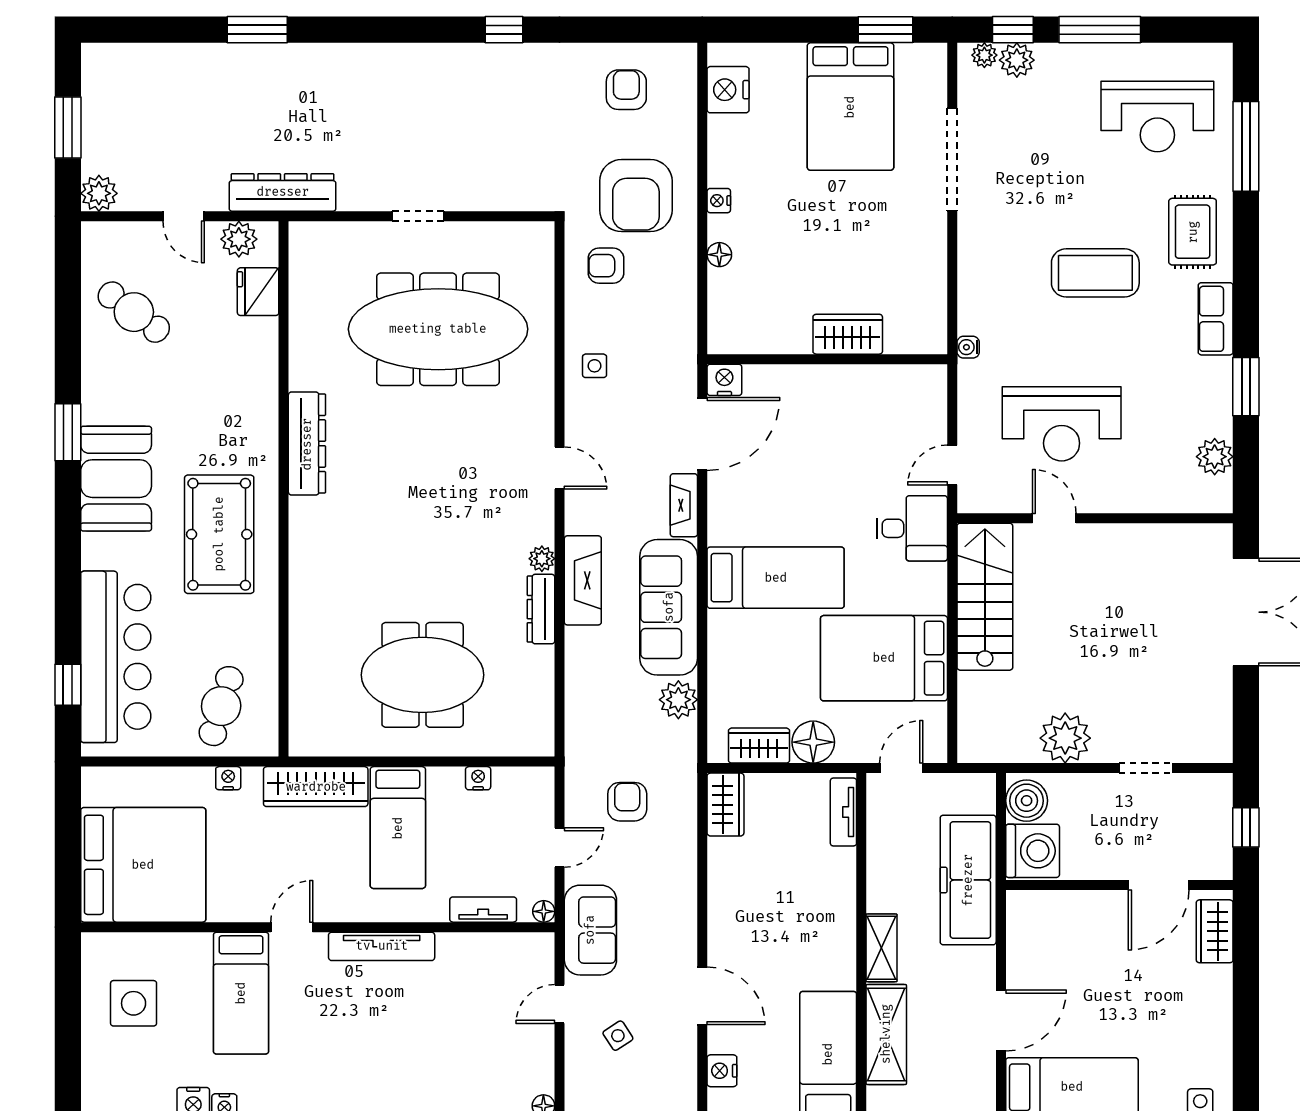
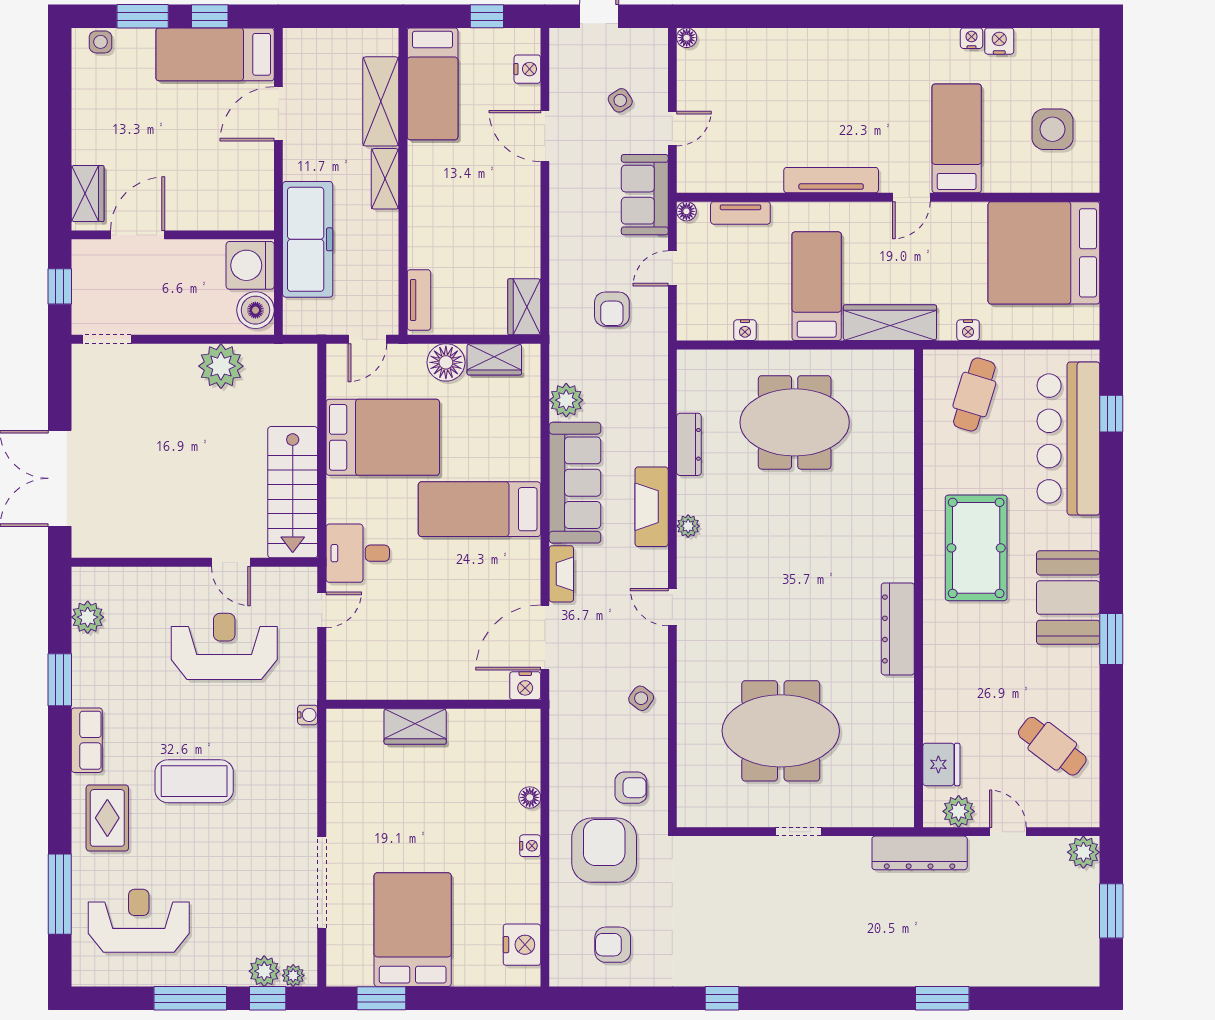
armchair: (626, 90) -> (613, 945), turned 90
meeting table: (438, 329) -> (781, 731), width x0.73
side table: (595, 366) -> (641, 698), turned 37
dresser: (541, 609) -> (689, 444), moved
doorway: (1146, 768) -> (107, 339), moved

